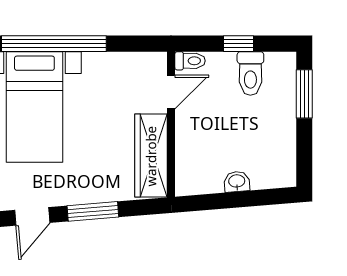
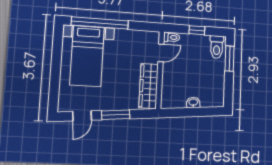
toilet: (250, 73) -> (217, 47), moved

